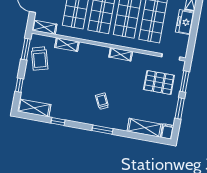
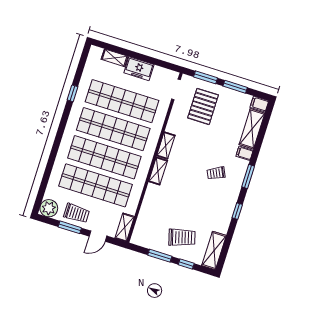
shelving: (67, 45) -> (158, 171), moved
window: (26, 49) -> (160, 256), moved
trolley: (40, 59) -> (182, 237), moved
window: (58, 122) -> (237, 211), moved
filing cabinet: (123, 124) -> (245, 153), added

